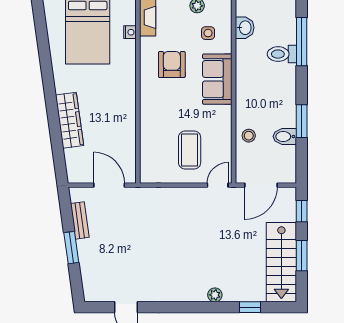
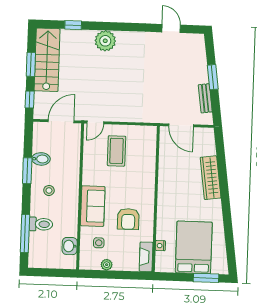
stool: (249, 136) -> (49, 190), moved
plant: (215, 295) -> (105, 41), width x1.88, depth x1.88

